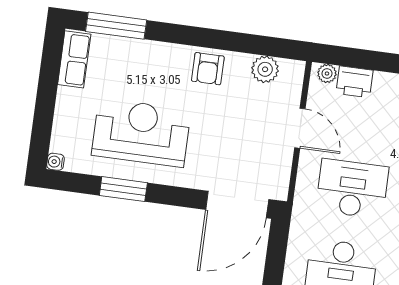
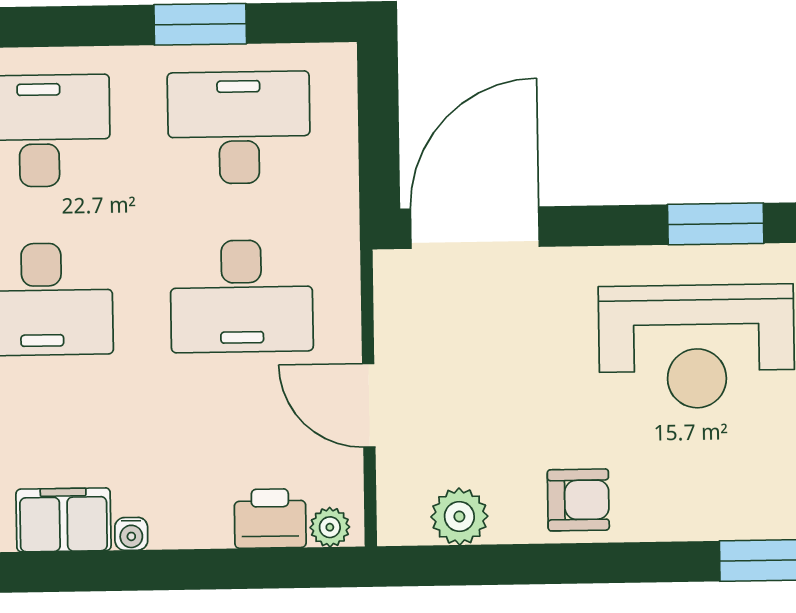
armchair: (208, 69) -> (578, 500), turned 90

